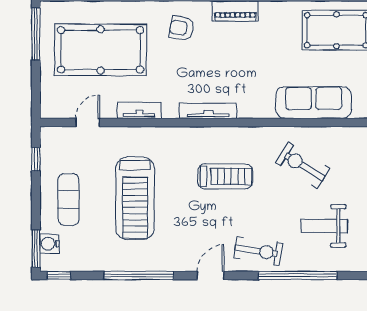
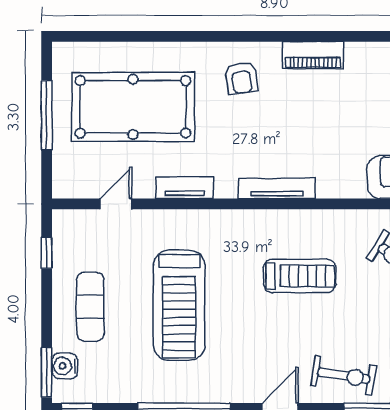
armchair: (182, 28) -> (241, 78), turned -108
window: (36, 34) -> (47, 115), moved

